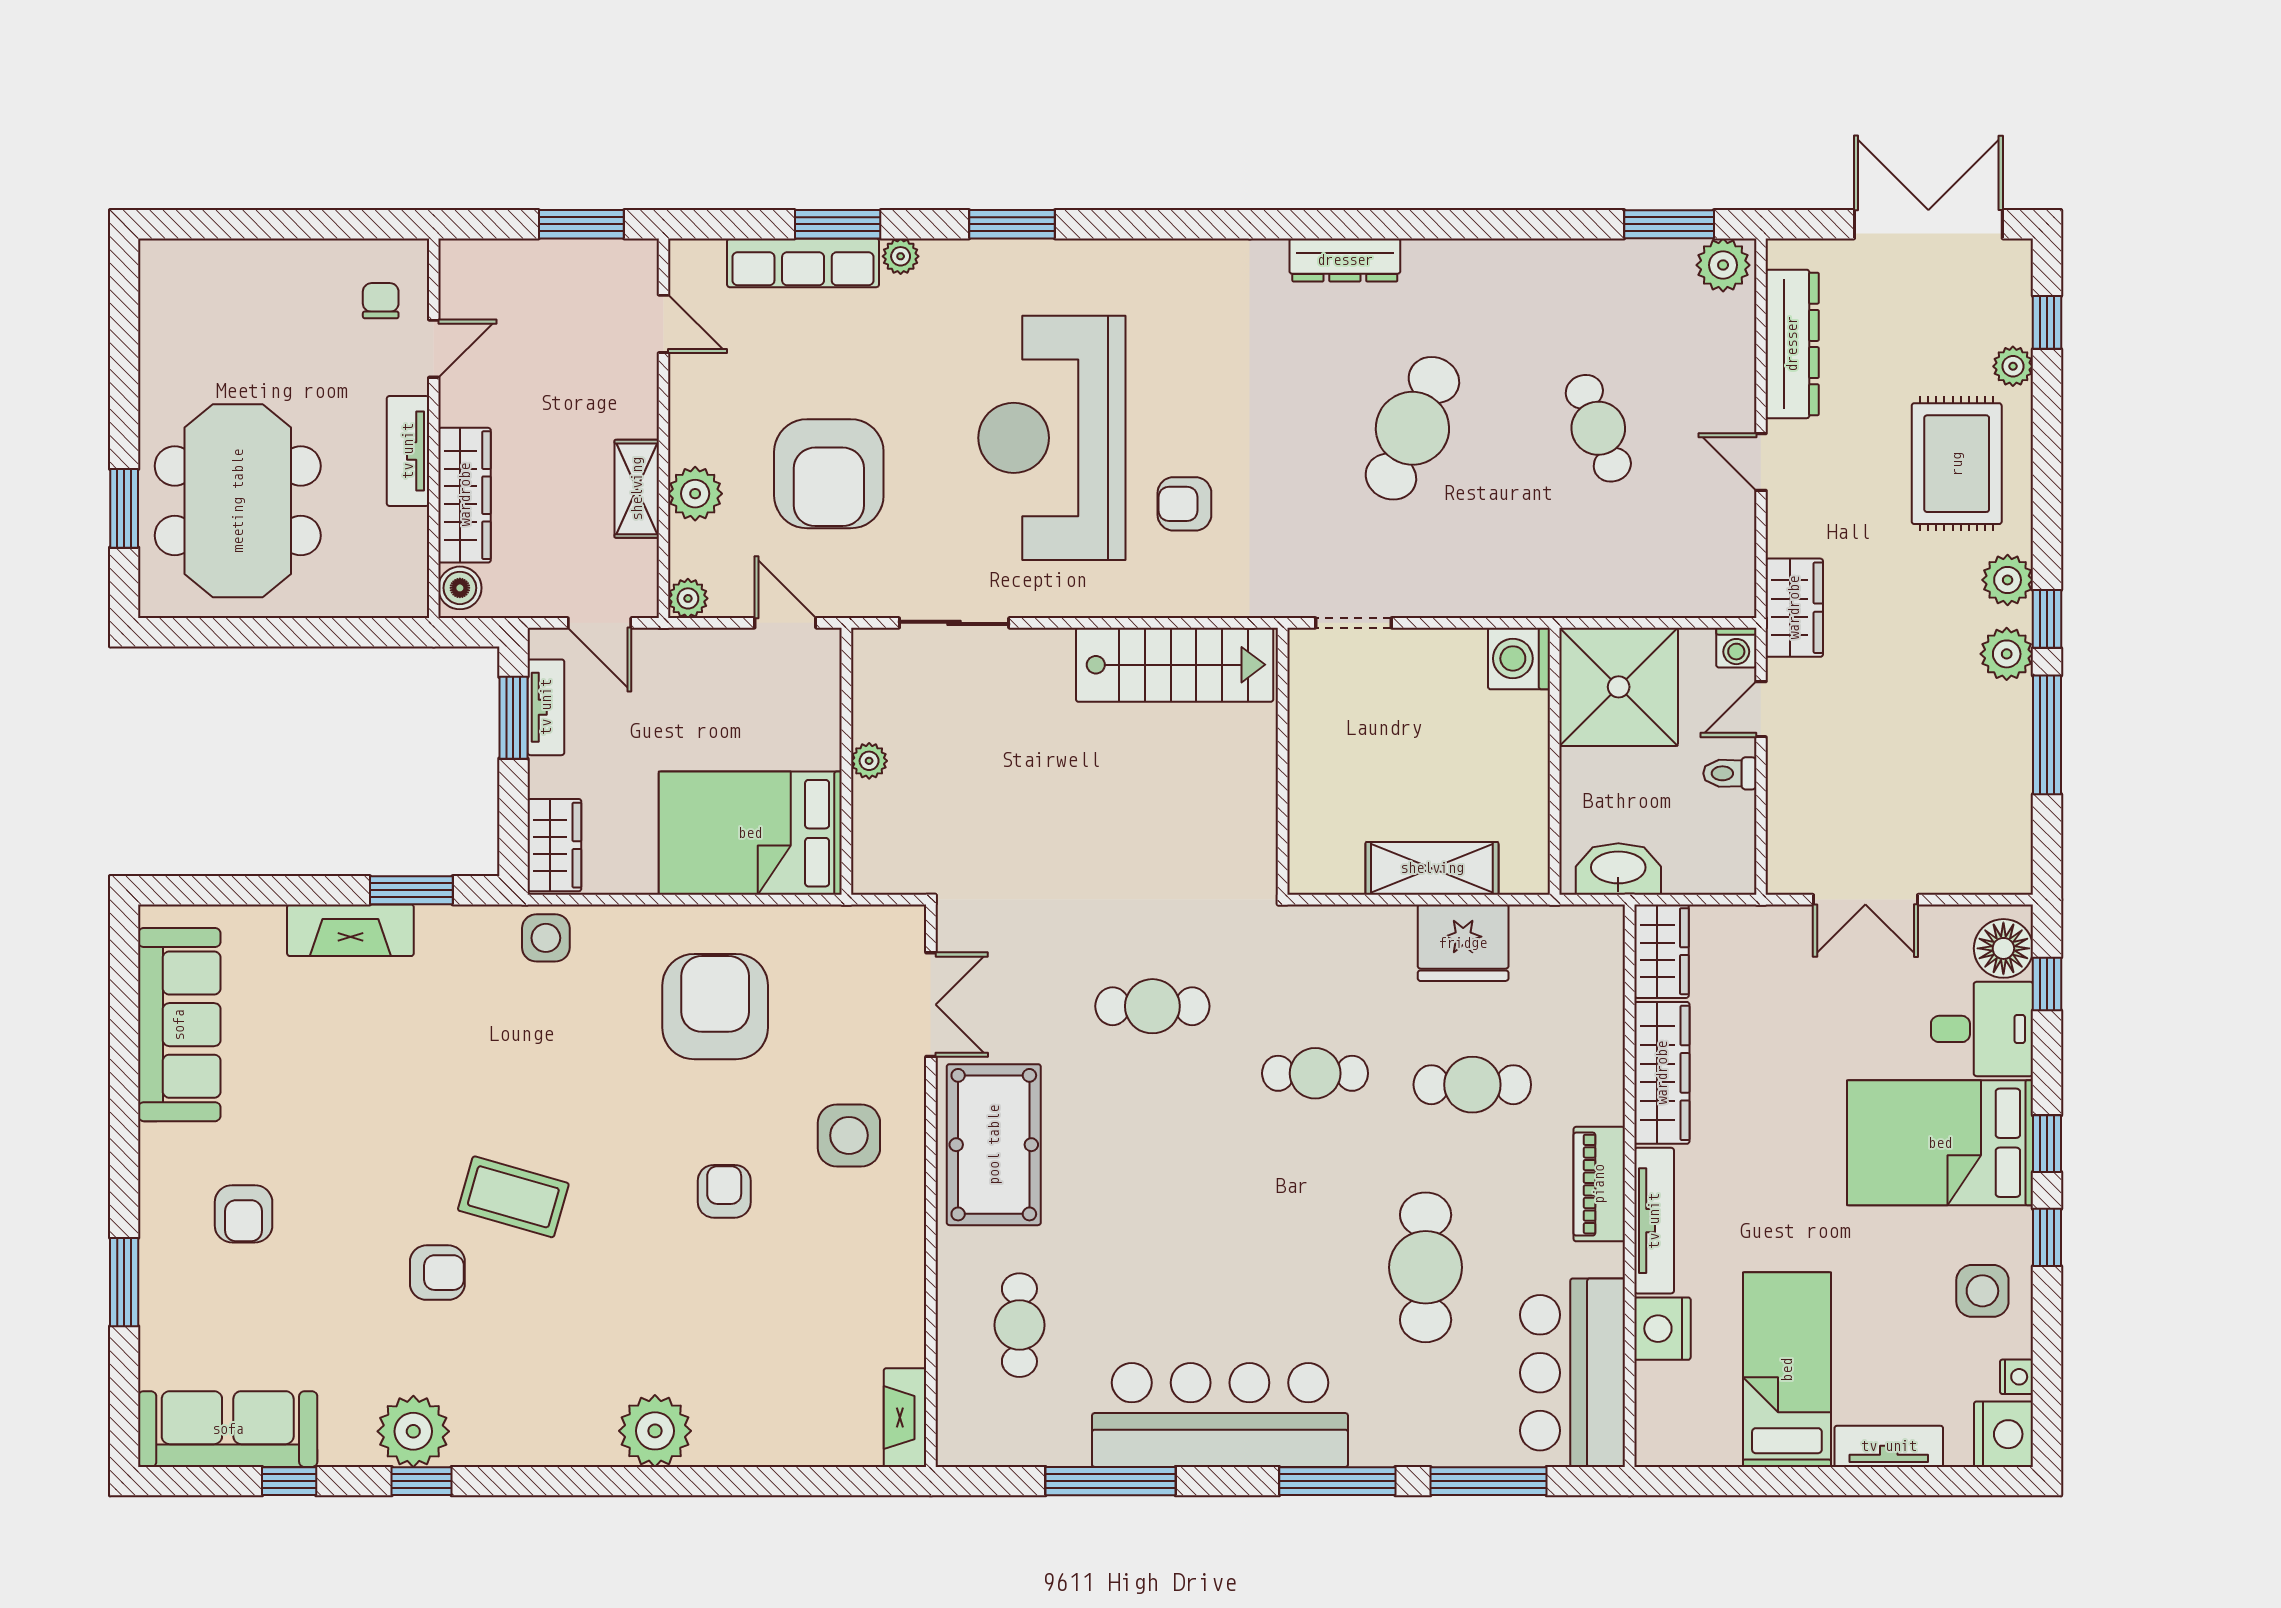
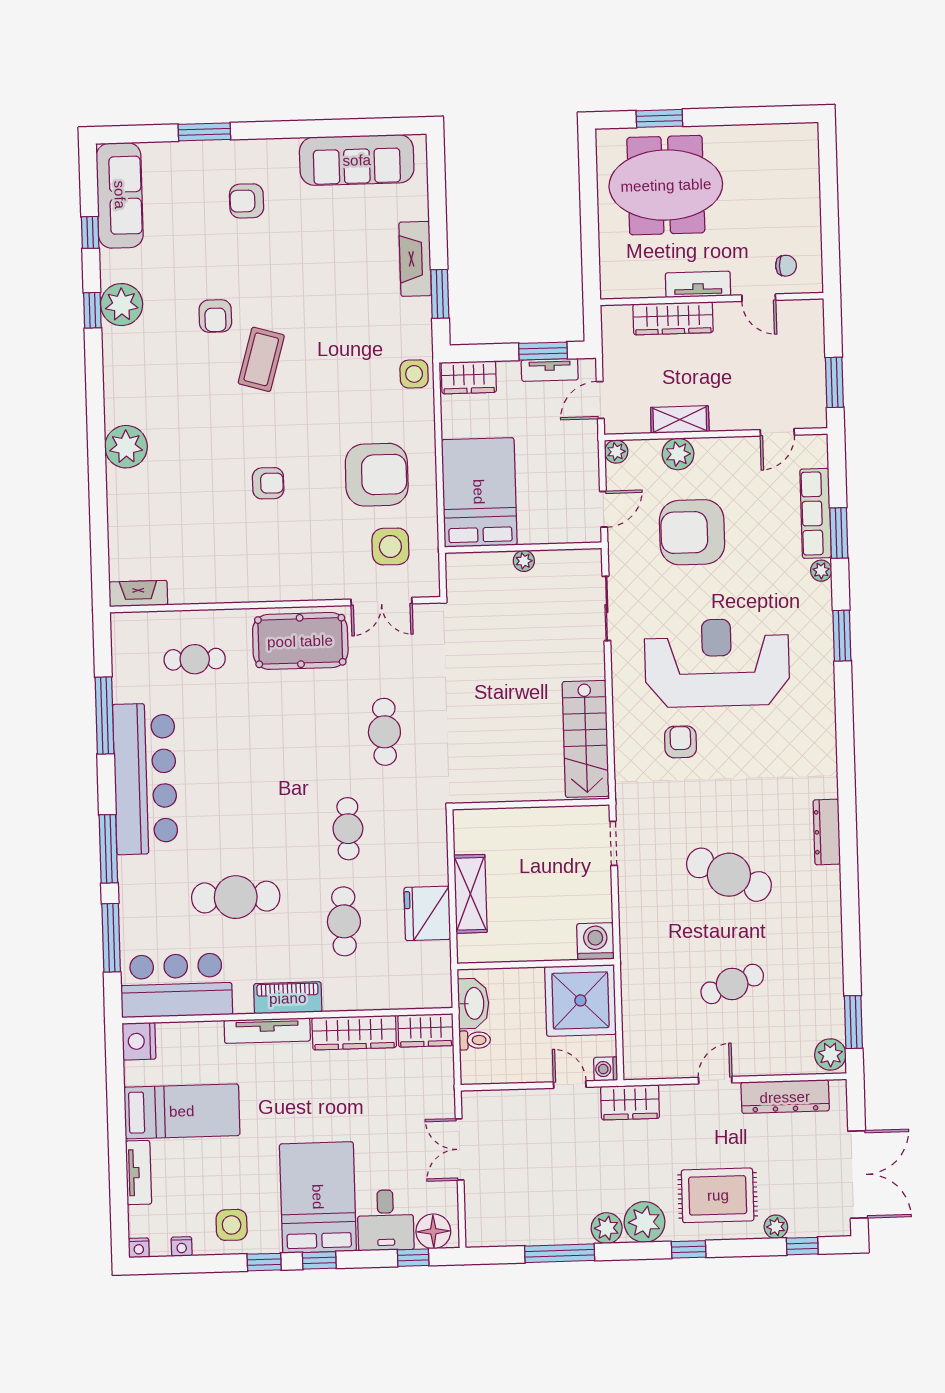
plant: (2008, 580) -> (644, 1222), width x1.36, depth x1.36
boiler: (460, 588) -> (618, 317), removed
window: (2047, 619) -> (689, 1249), moved
toilet: (1730, 773) -> (475, 1040), moved, turned 90
side table: (849, 1135) -> (390, 546), moved
nightstand: (1662, 1329) -> (139, 1041), moved, turned -90
nightstand: (2003, 1434) -> (139, 1248), width x0.53, depth x0.56

